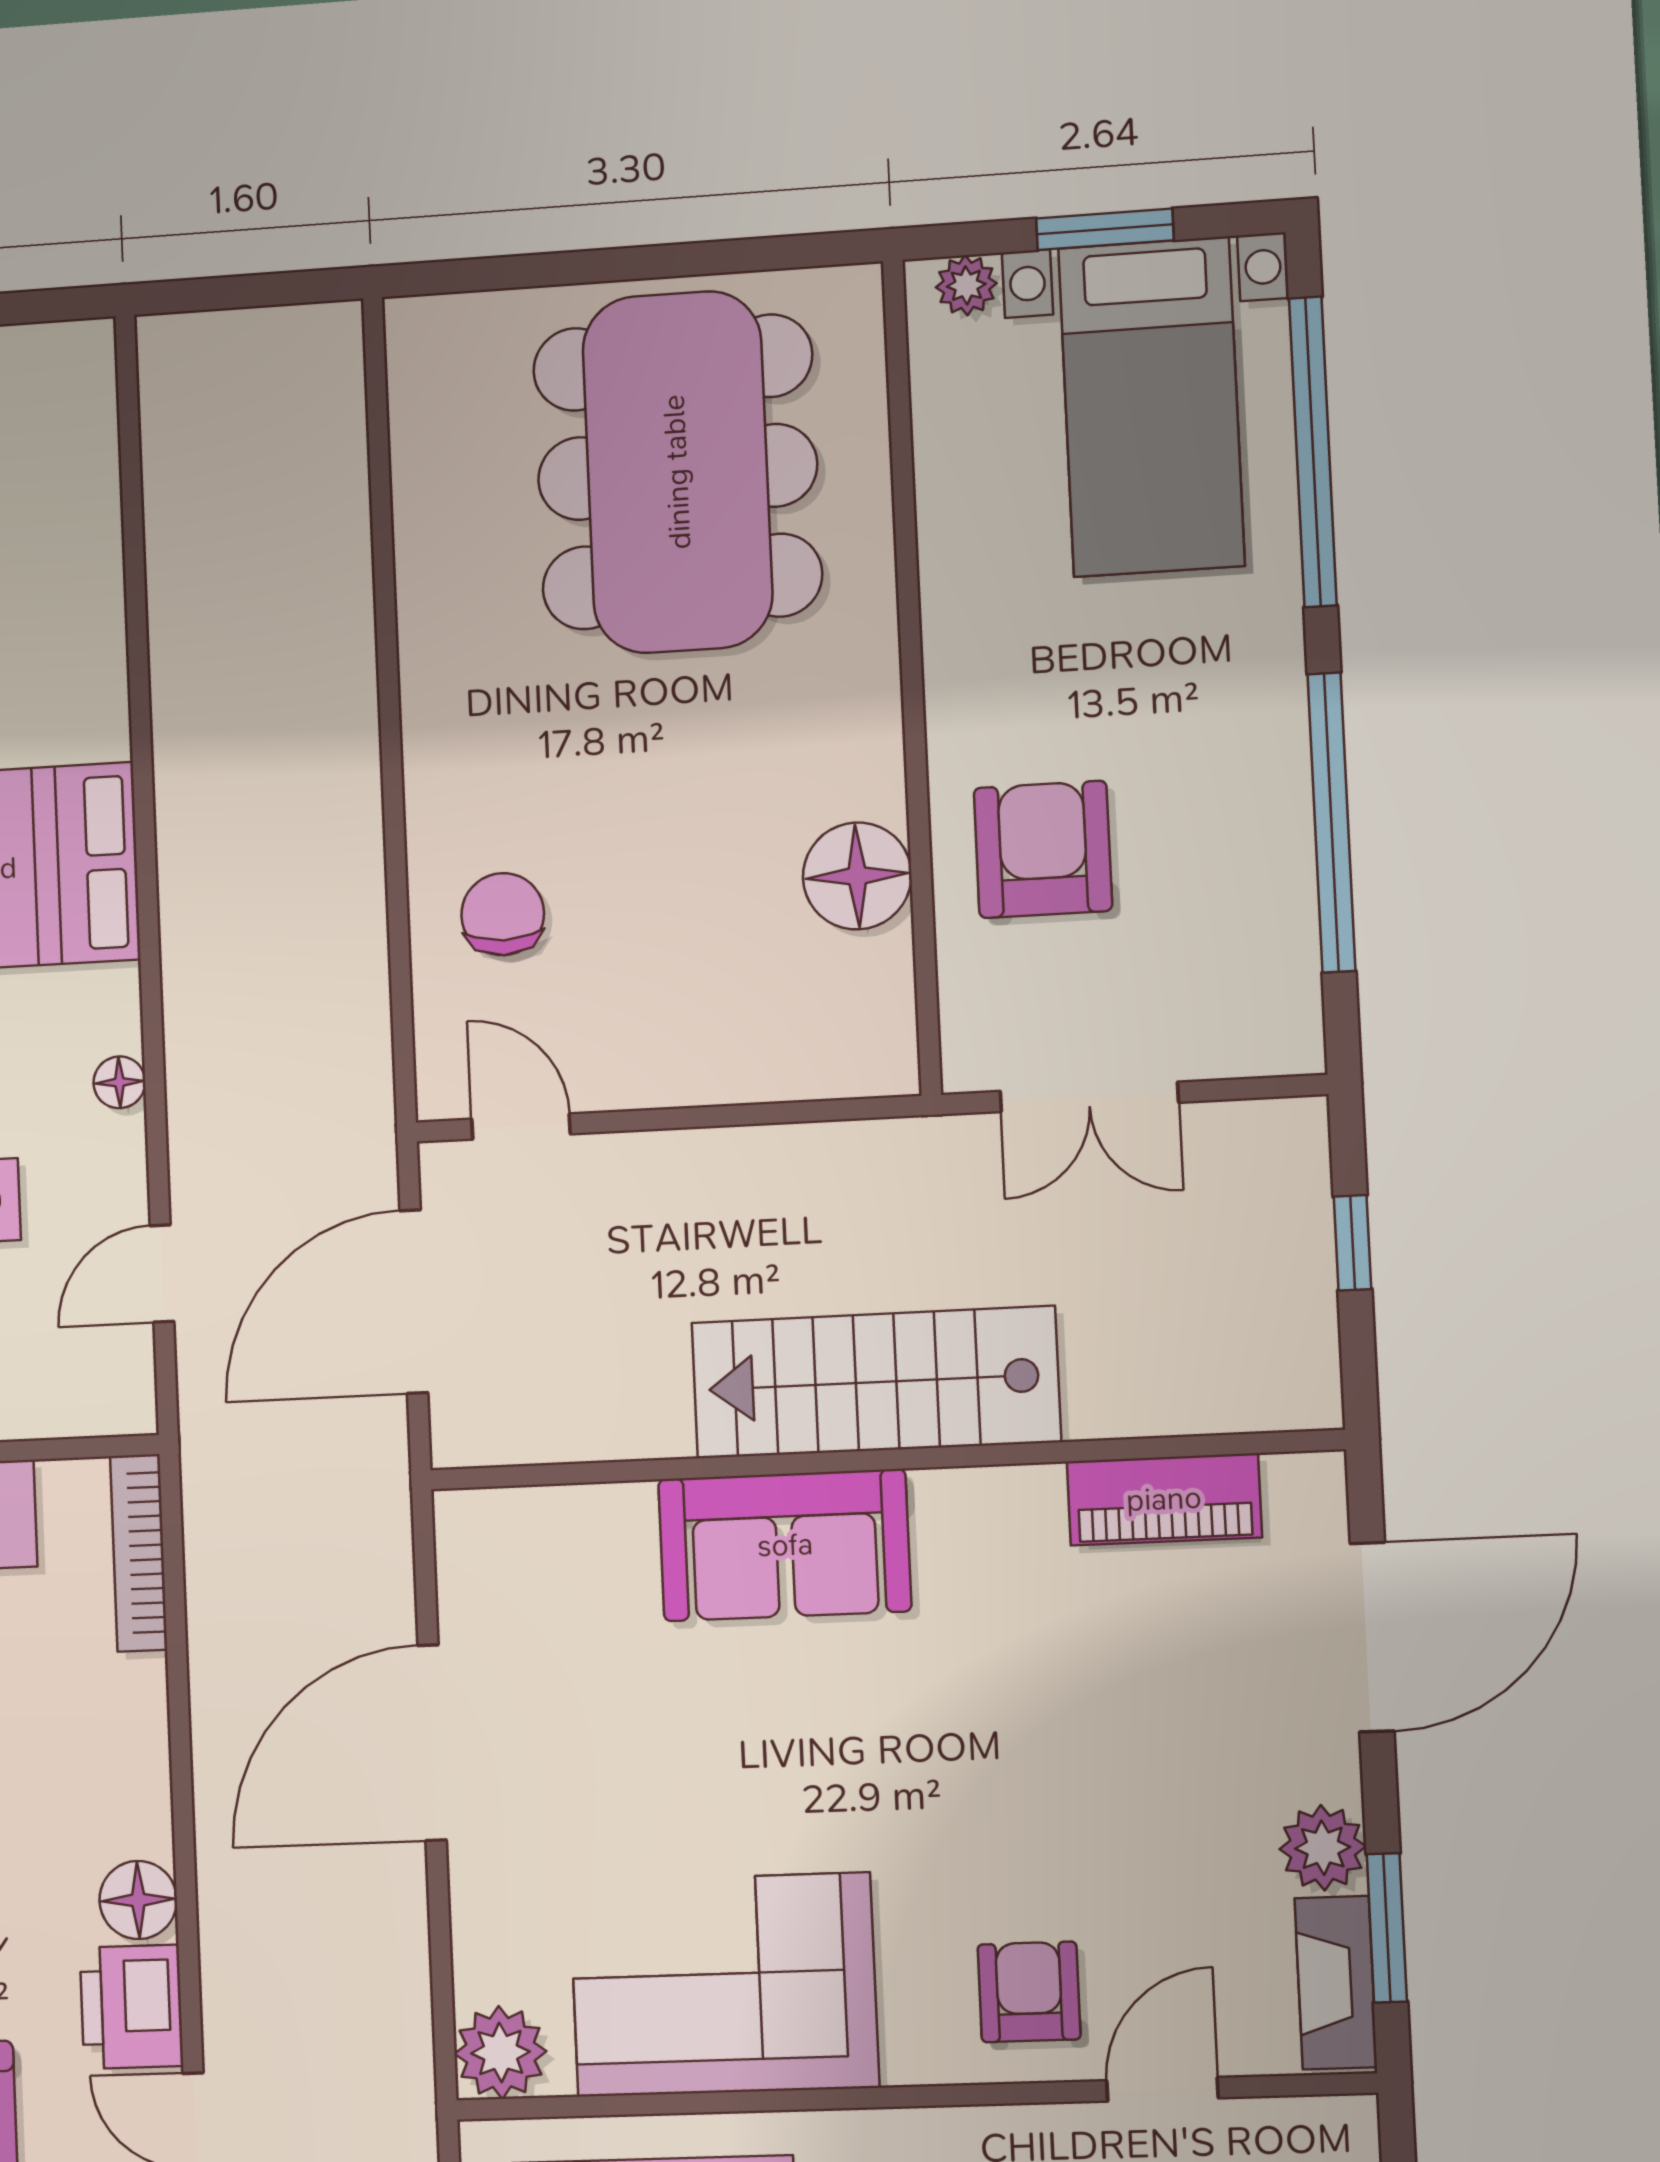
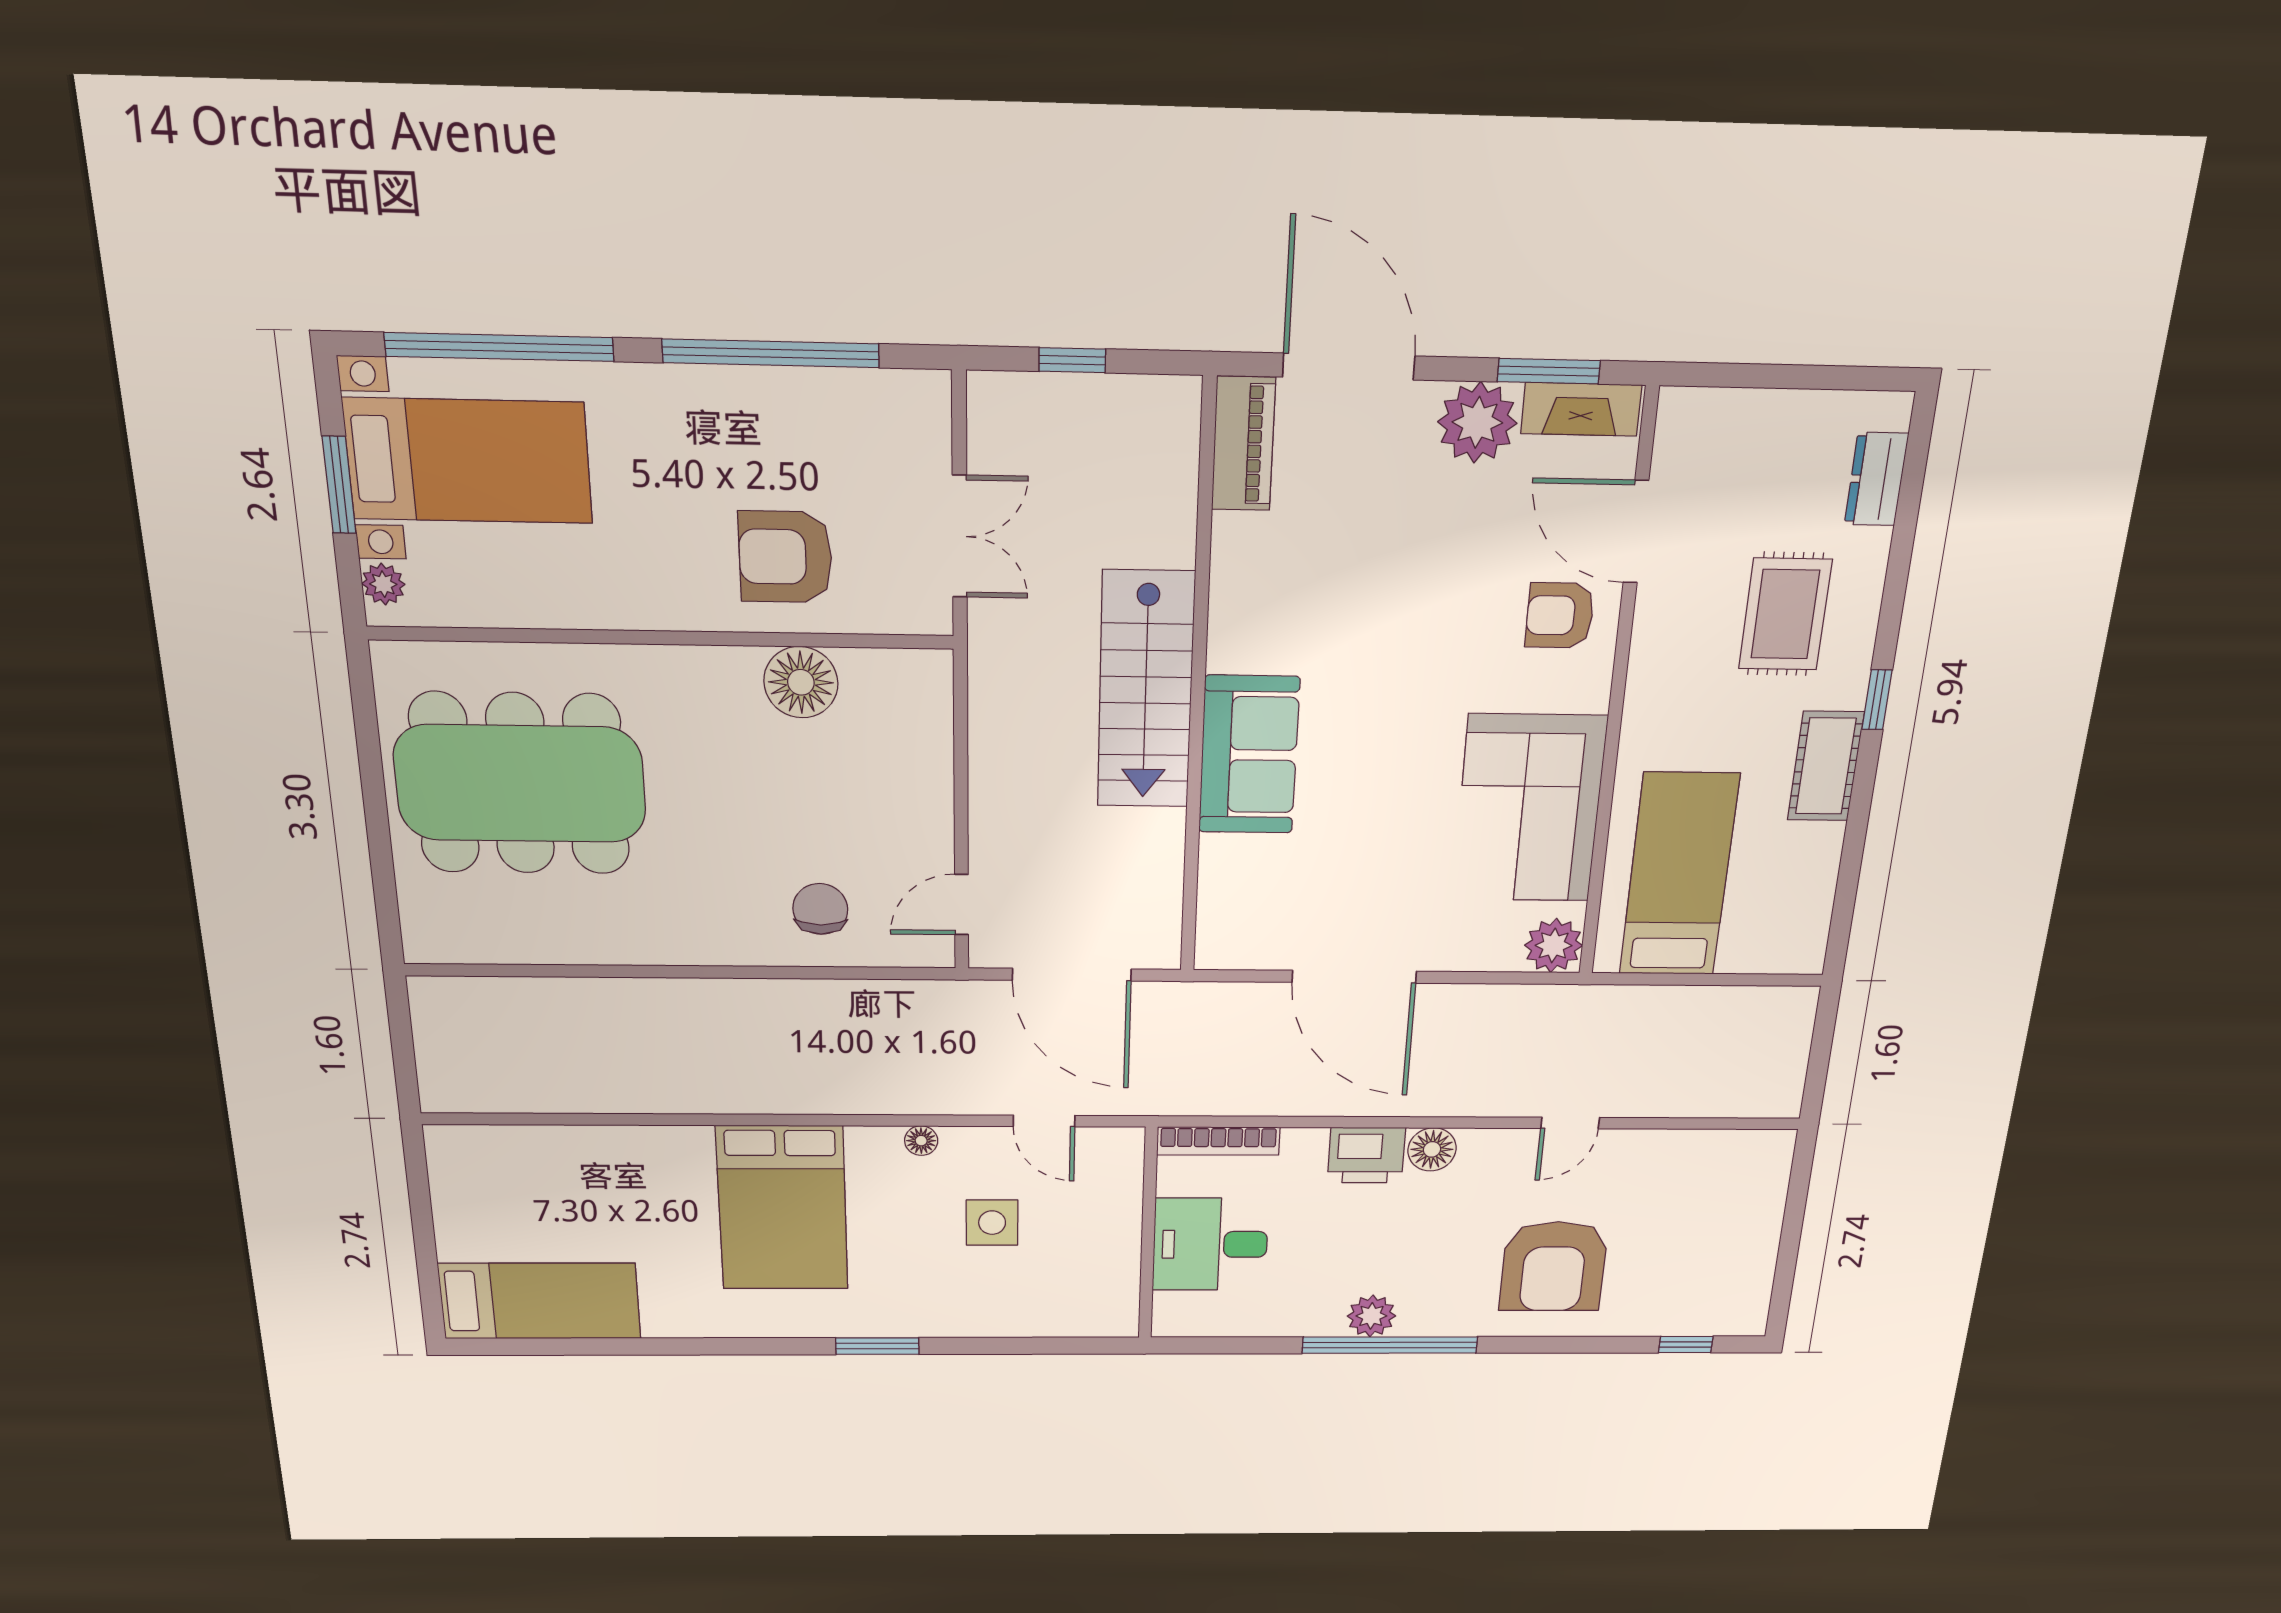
chair: (503, 914) -> (820, 909), turned 90
piano: (1164, 1499) -> (1243, 444), moved
plant: (1323, 1848) -> (1477, 422), width x1.36, depth x1.36
printer: (131, 2007) -> (1366, 1155), moved
door: (1162, 2089) -> (1636, 532), width x1.38

